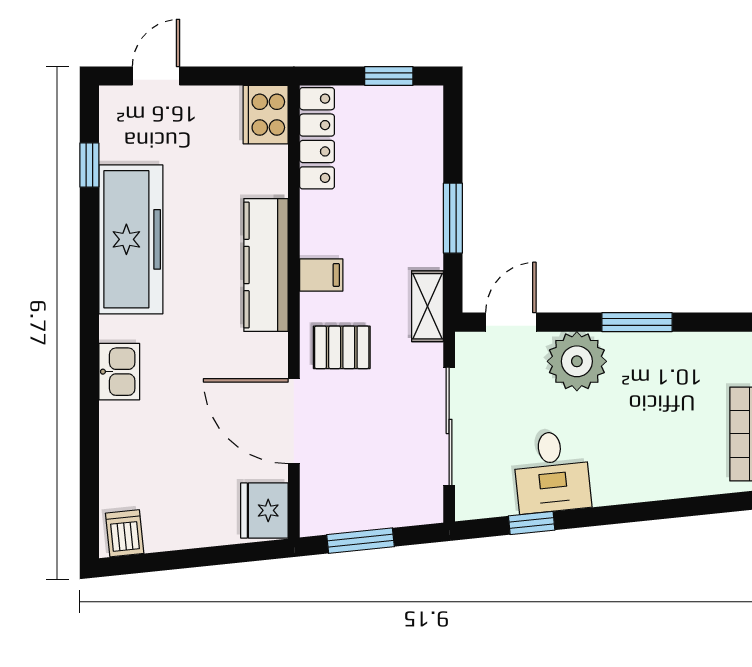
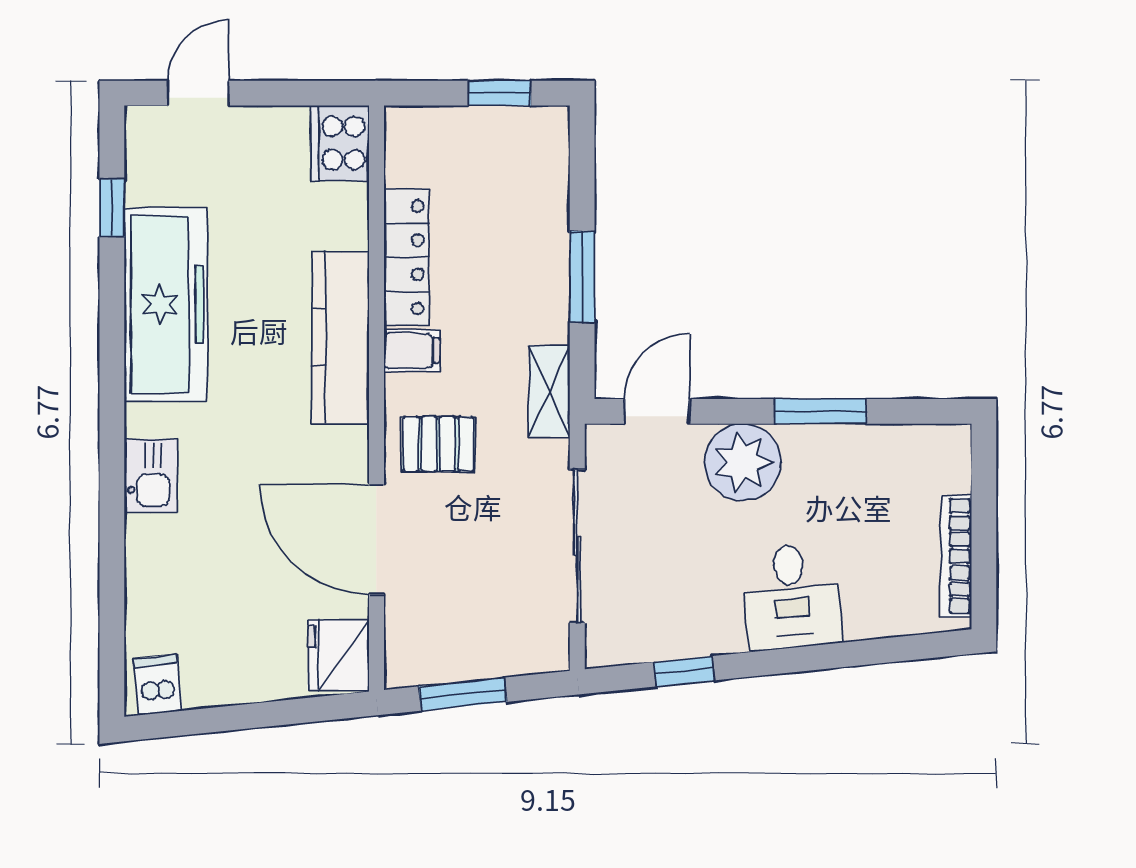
locker: (317, 138) -> (406, 257), moved
desk: (552, 472) -> (791, 597), moved

